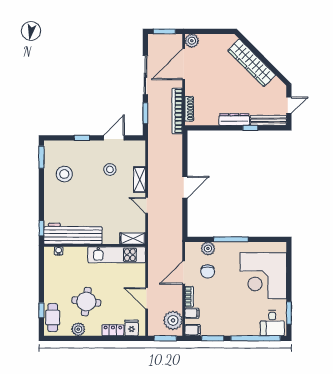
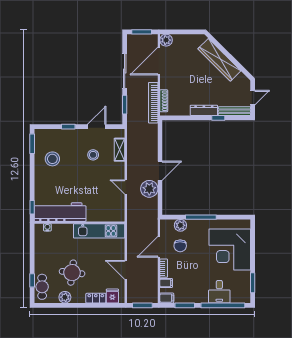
shelving: (140, 180) -> (120, 150), moved
shelving: (133, 239) -> (113, 216), removed
plant: (173, 320) -> (149, 189), moved
desk: (272, 323) -> (219, 292), moved

